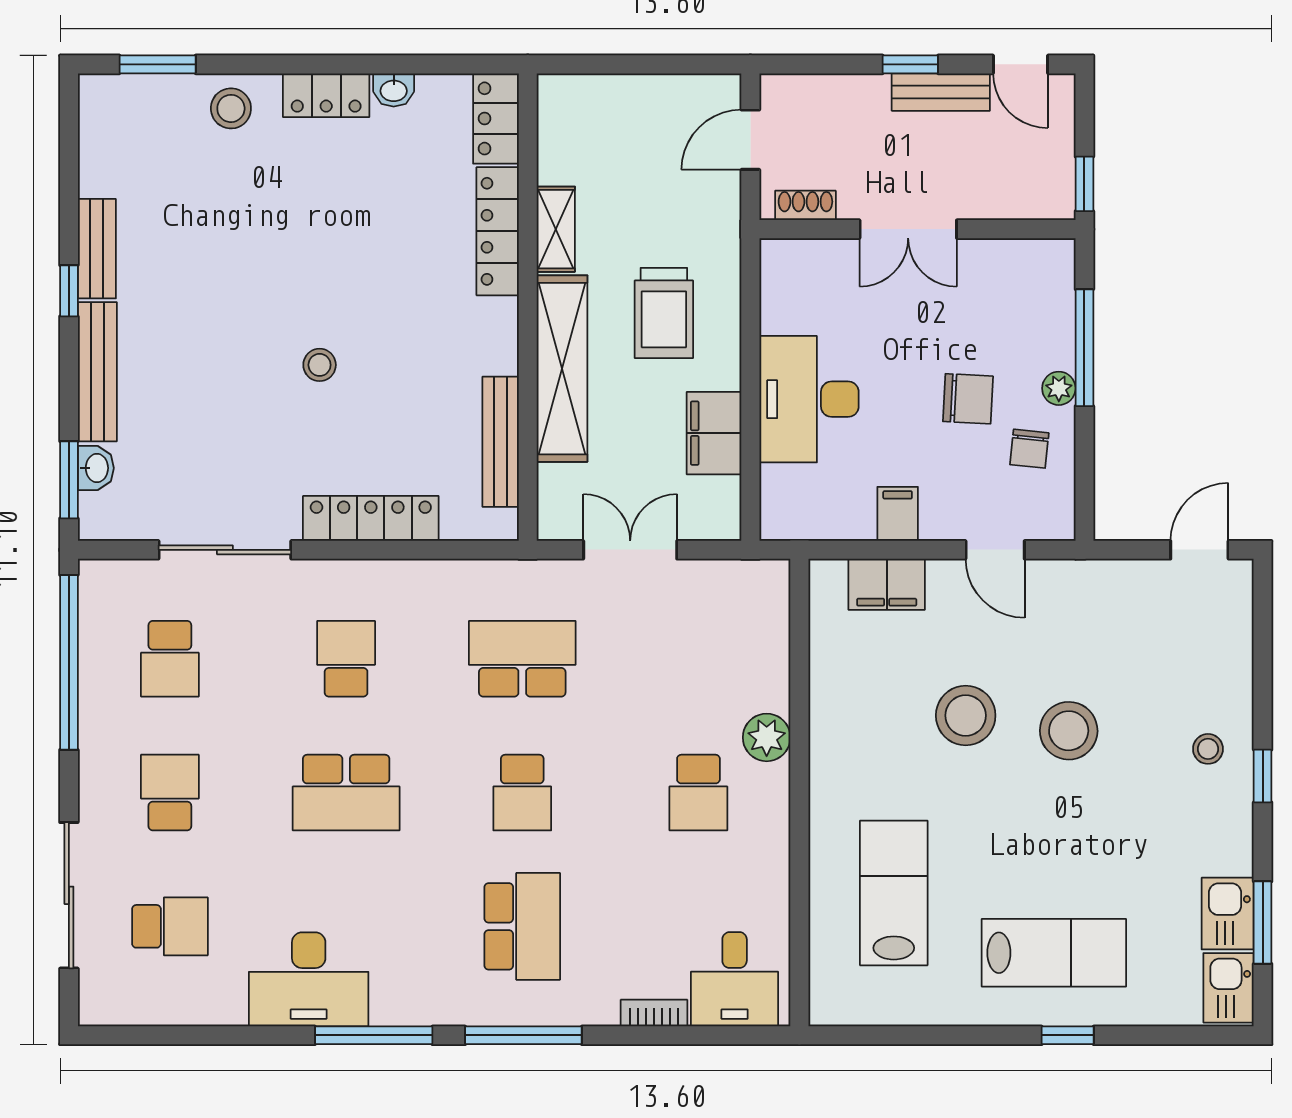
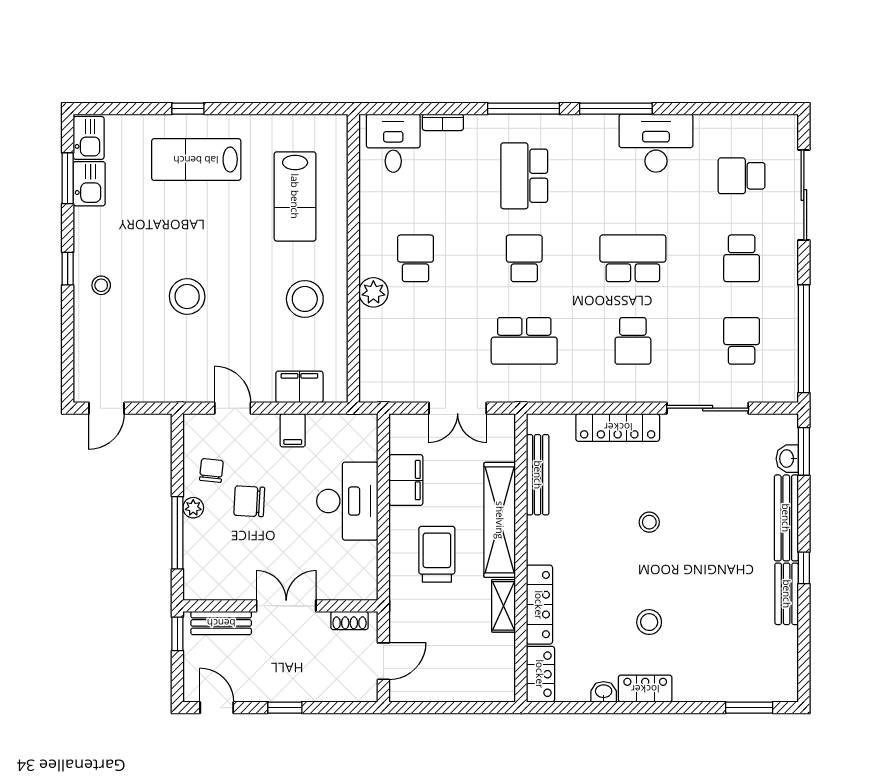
bench: (941, 92) -> (221, 623), moved
stool: (231, 108) -> (649, 622), moved
stool: (966, 715) -> (305, 299), moved

